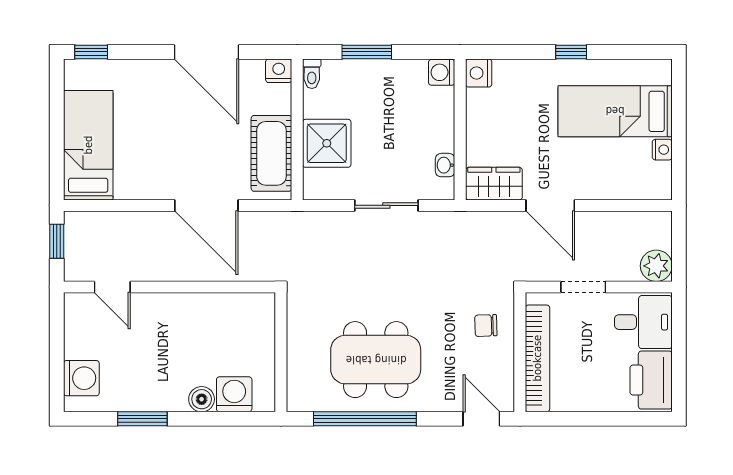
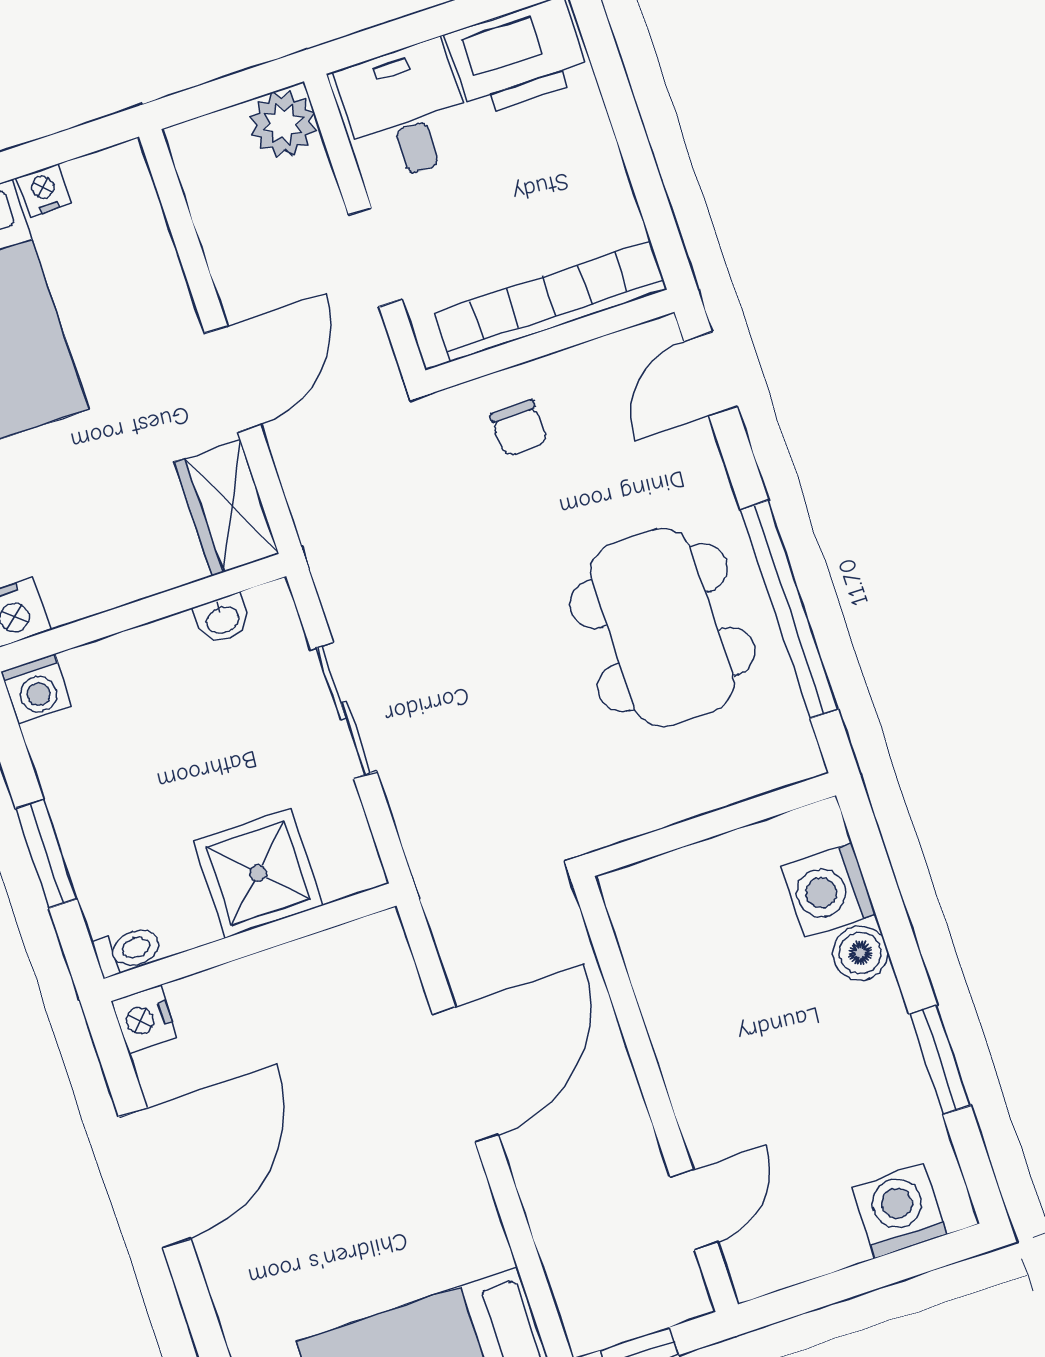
cot: (271, 153) -> (316, 978), removed

